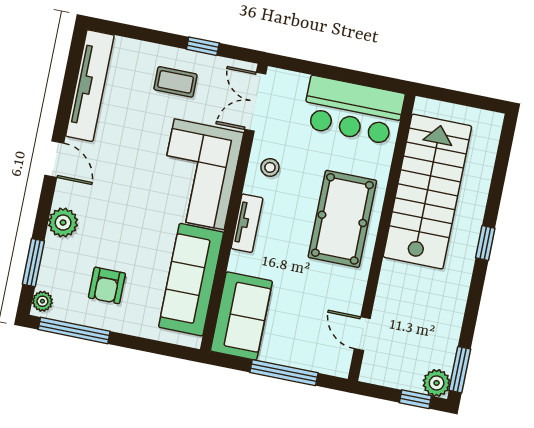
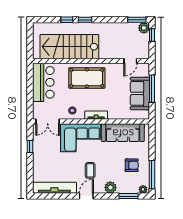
coffee table: (175, 82) -> (90, 170), moved
window: (494, 199) -> (67, 20), added
sofa: (241, 316) -> (140, 93), moved, turned -90

